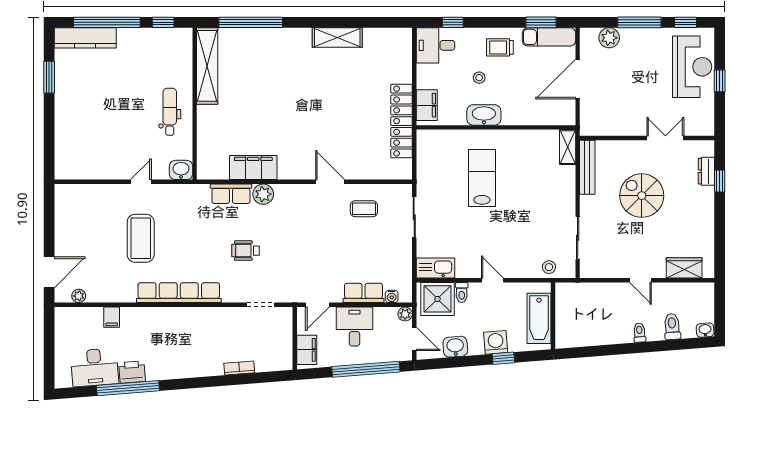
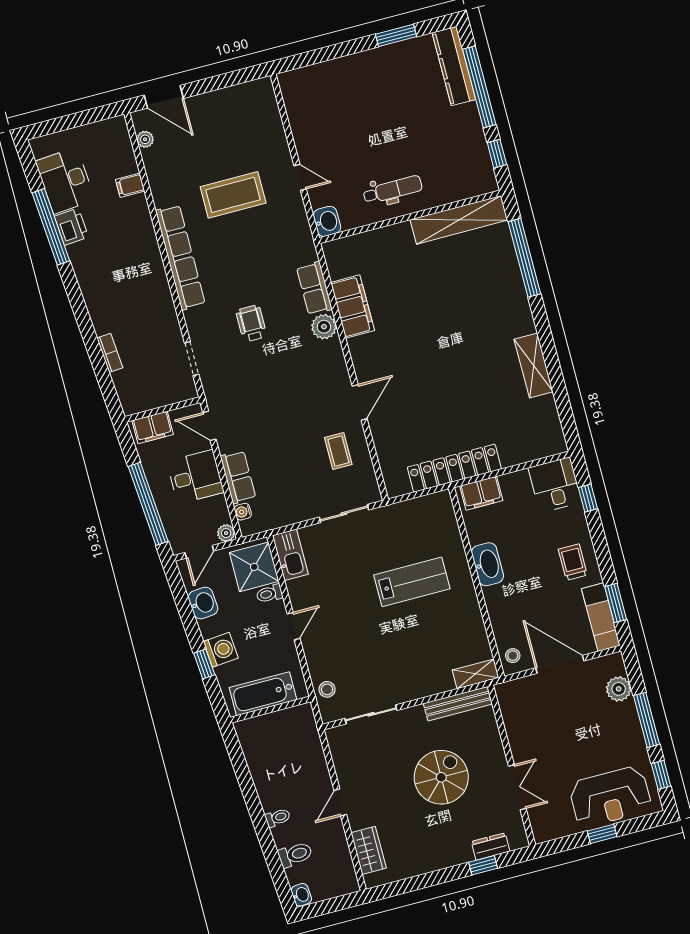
stool: (479, 78) -> (513, 656), moved

